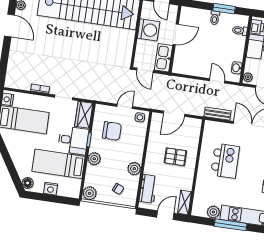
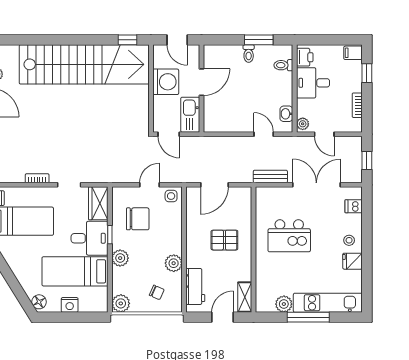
kitchen island: (225, 161) -> (289, 236), turned 90

